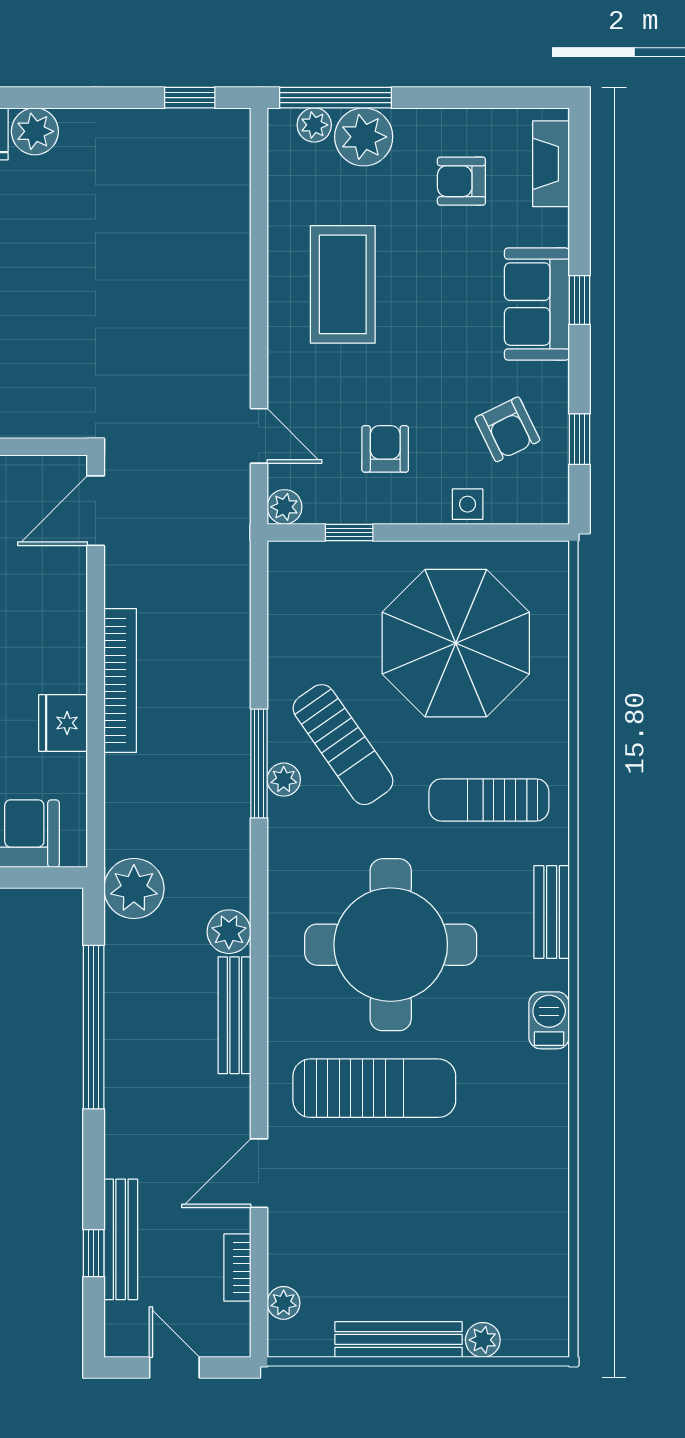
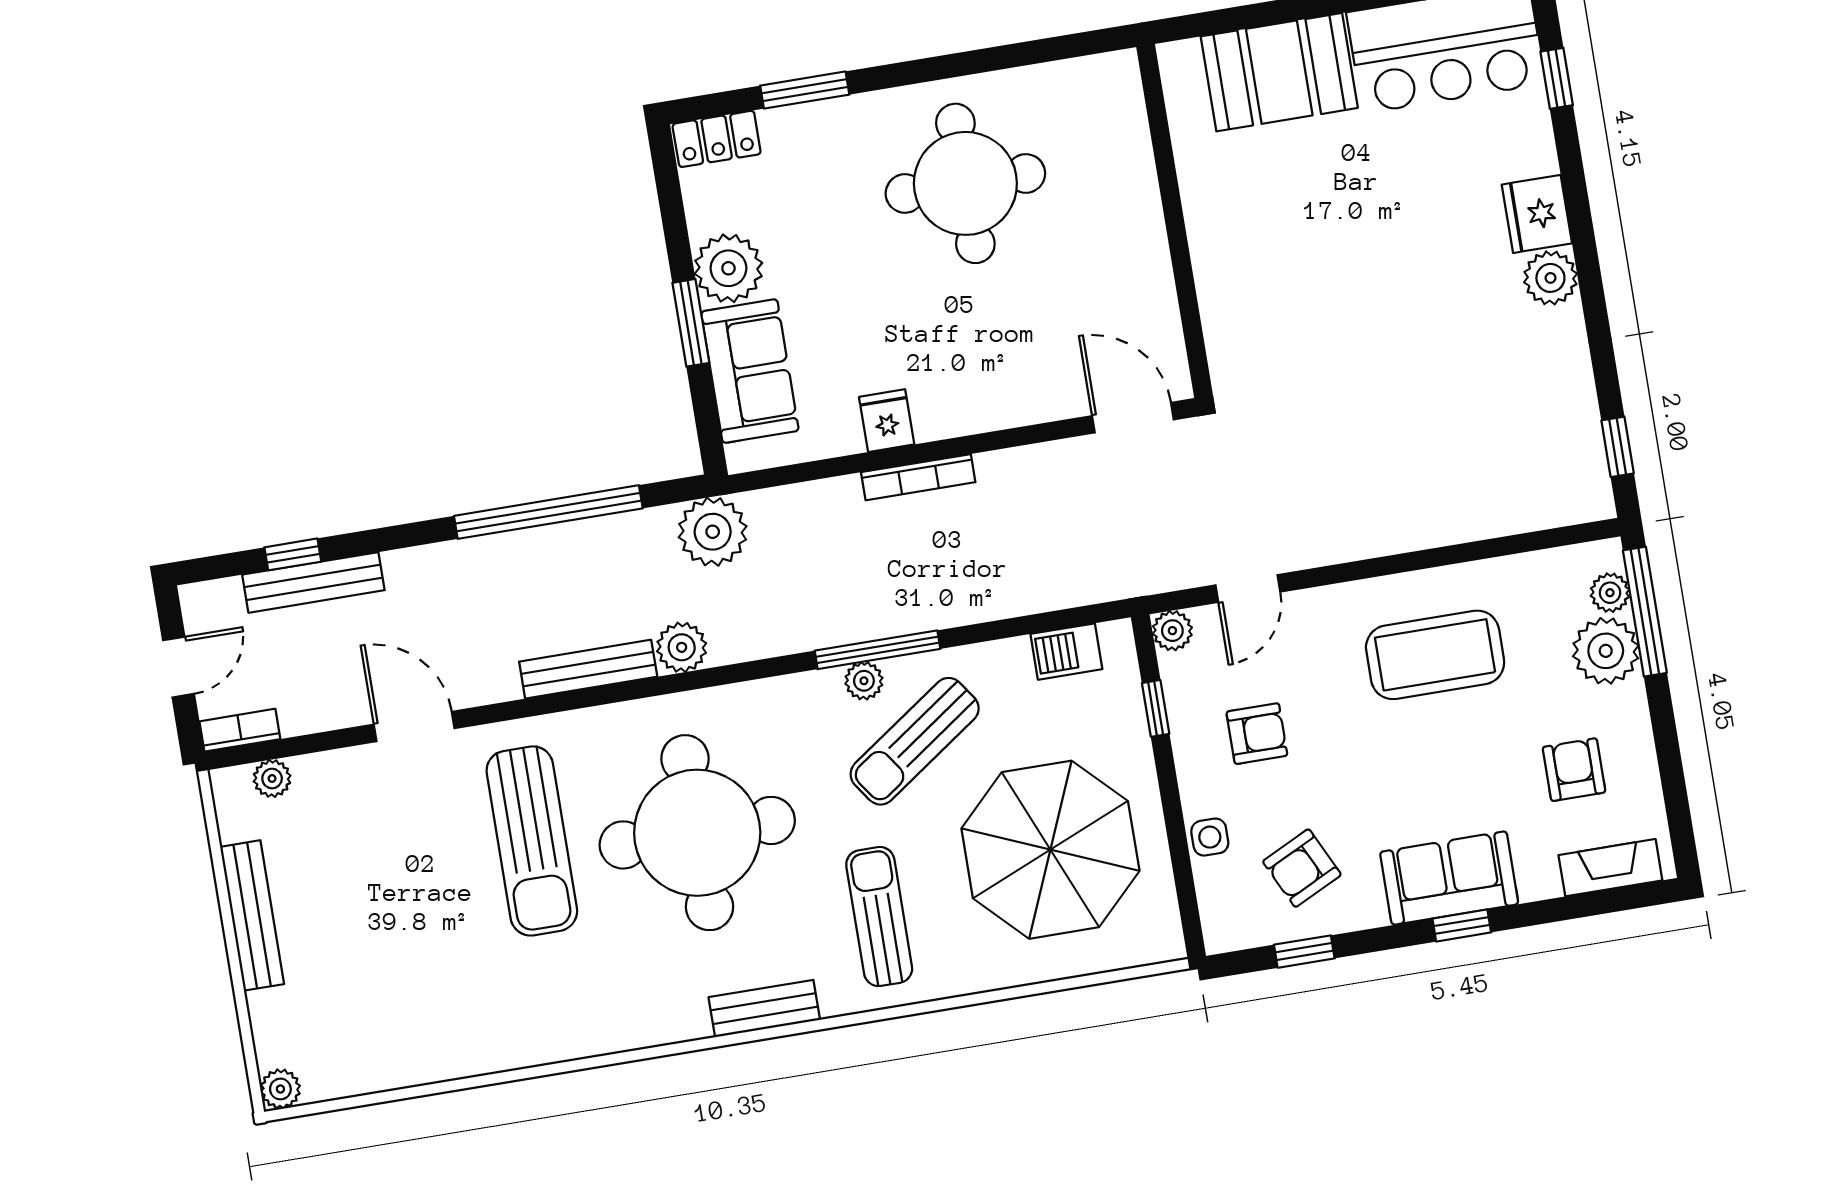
bookcase: (120, 681) -> (918, 477), width x0.68, depth x0.76
fridge: (63, 723) -> (887, 421), width x0.72
barbecue: (549, 1020) -> (1066, 652), moved, turned 180
bookcase: (237, 1268) -> (240, 730), moved
plant: (483, 1340) -> (280, 1089), moved

